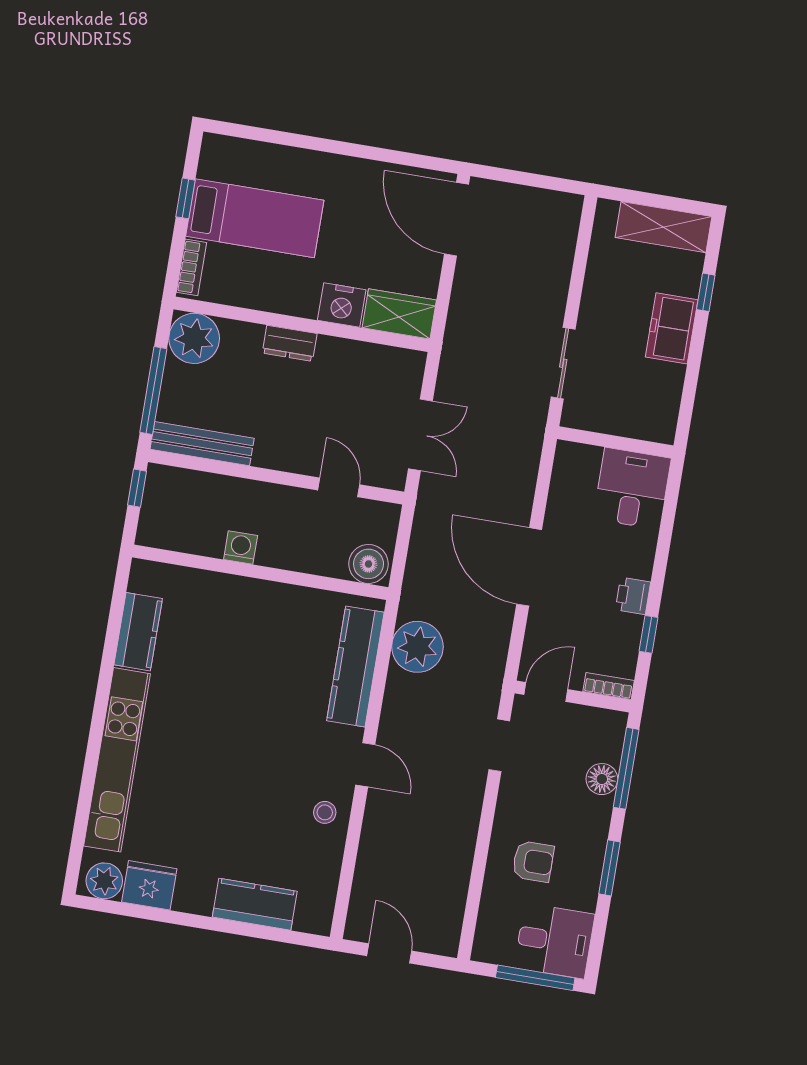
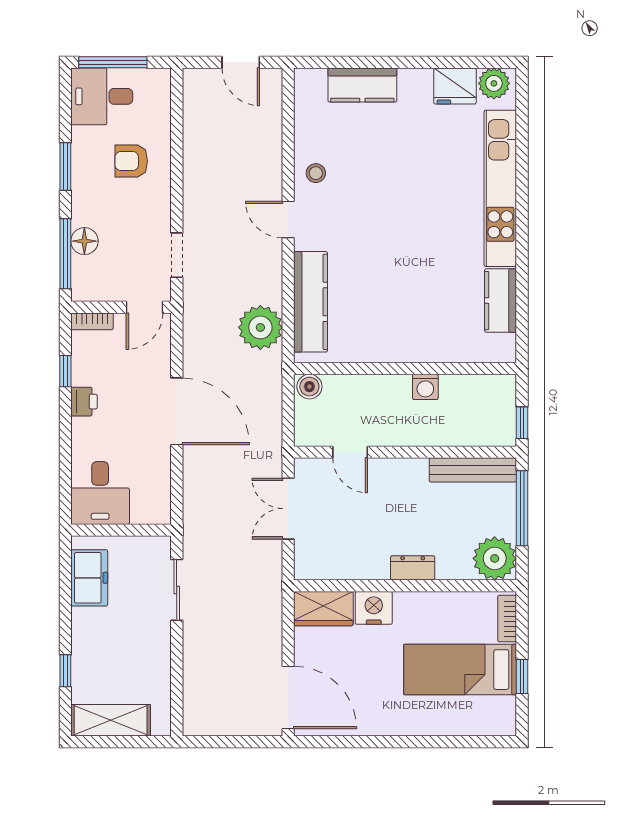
freezer: (672, 328) -> (89, 578), moved
boiler: (369, 564) -> (309, 387), width x0.73, depth x0.73

